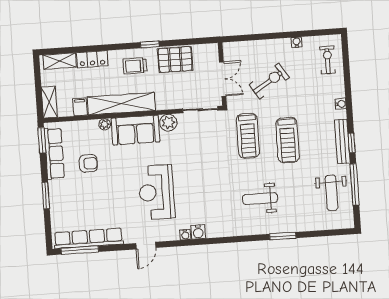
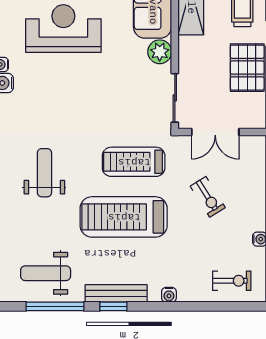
exercise bike: (269, 81) -> (208, 197), width x0.73, depth x0.72
treadmill: (288, 140) -> (124, 217), width x1.37, depth x1.38

